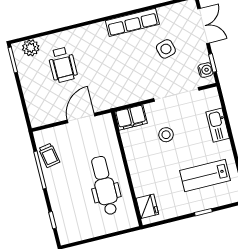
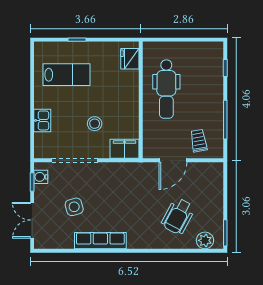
wheelchair: (63, 65) -> (178, 216), turned -152
kitchen sink: (218, 125) -> (42, 120), width x0.73
trolley: (49, 155) -> (199, 141), moved

